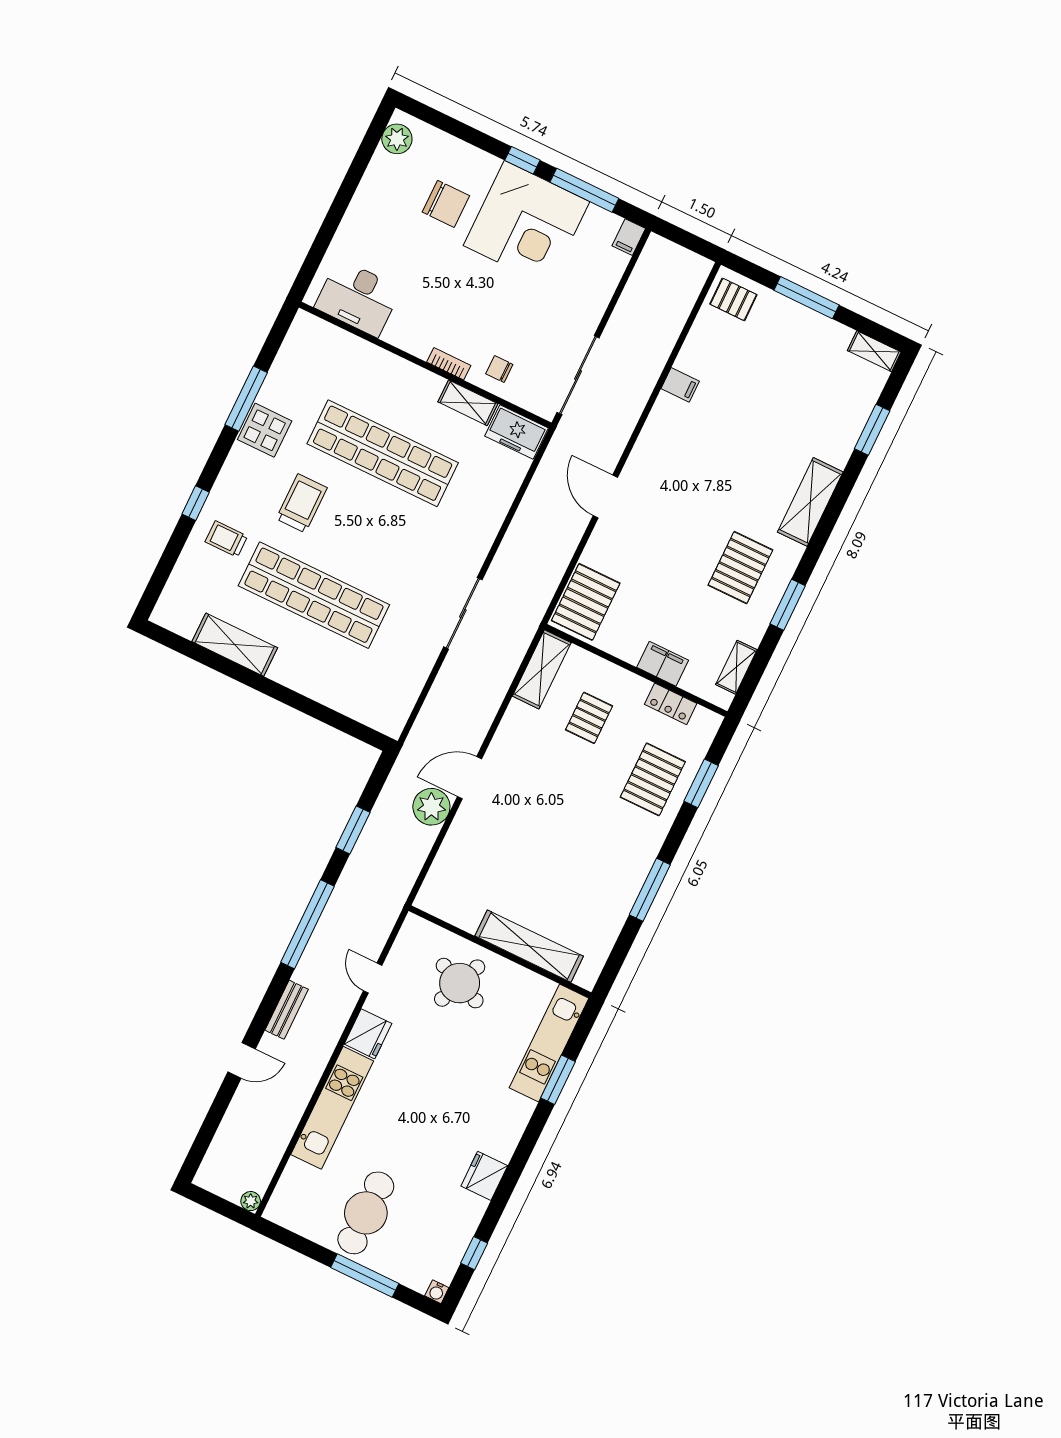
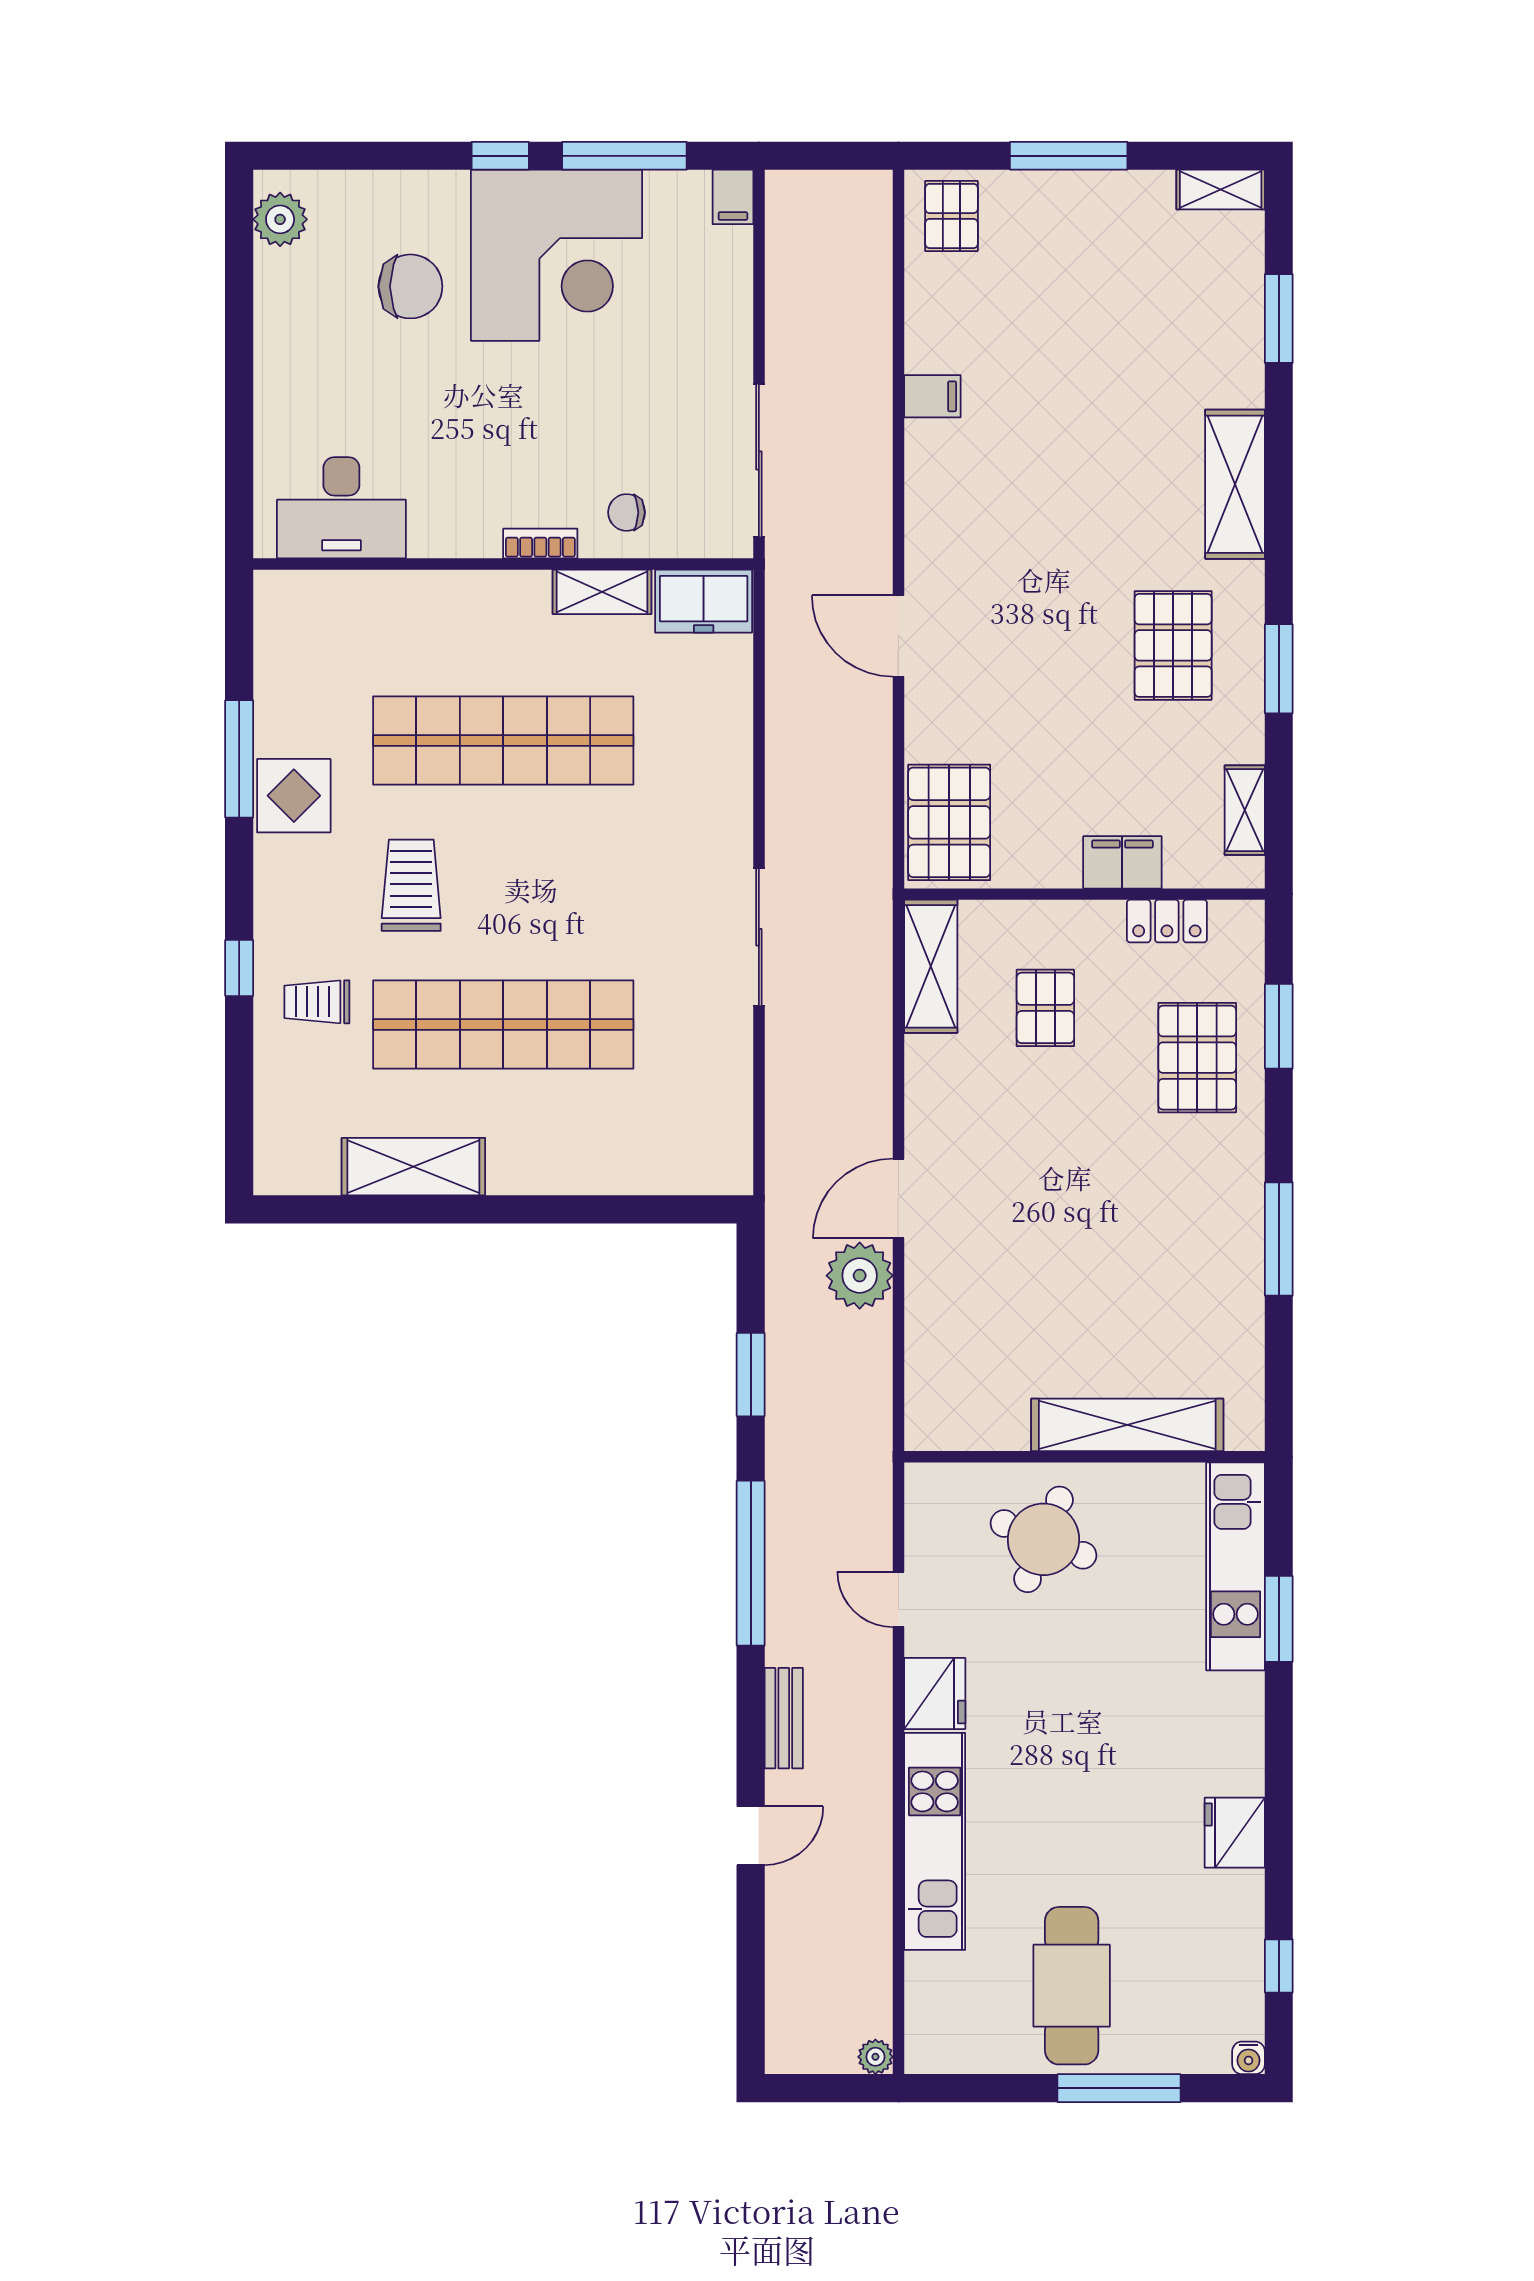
pallet: (733, 299) -> (952, 216), turned 90

